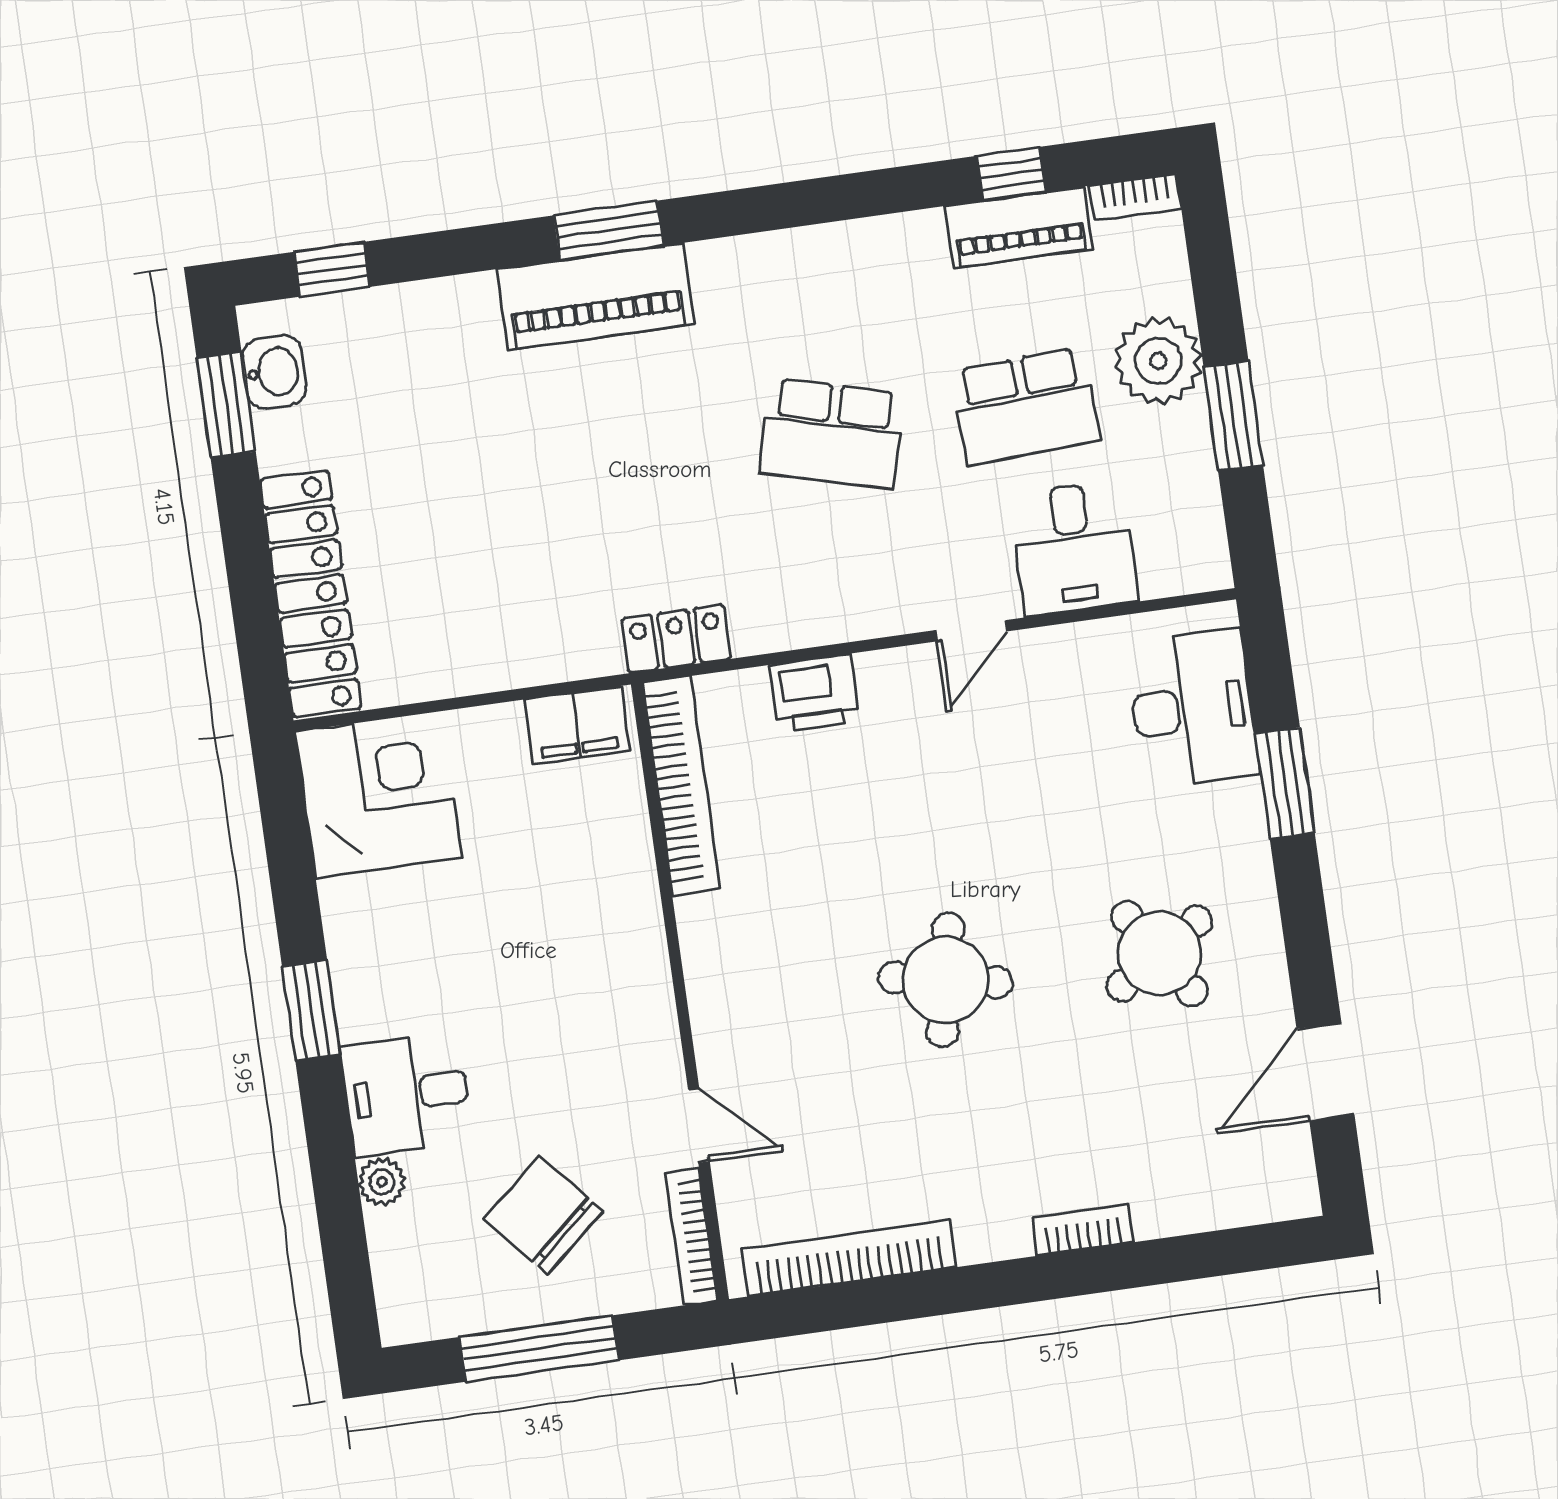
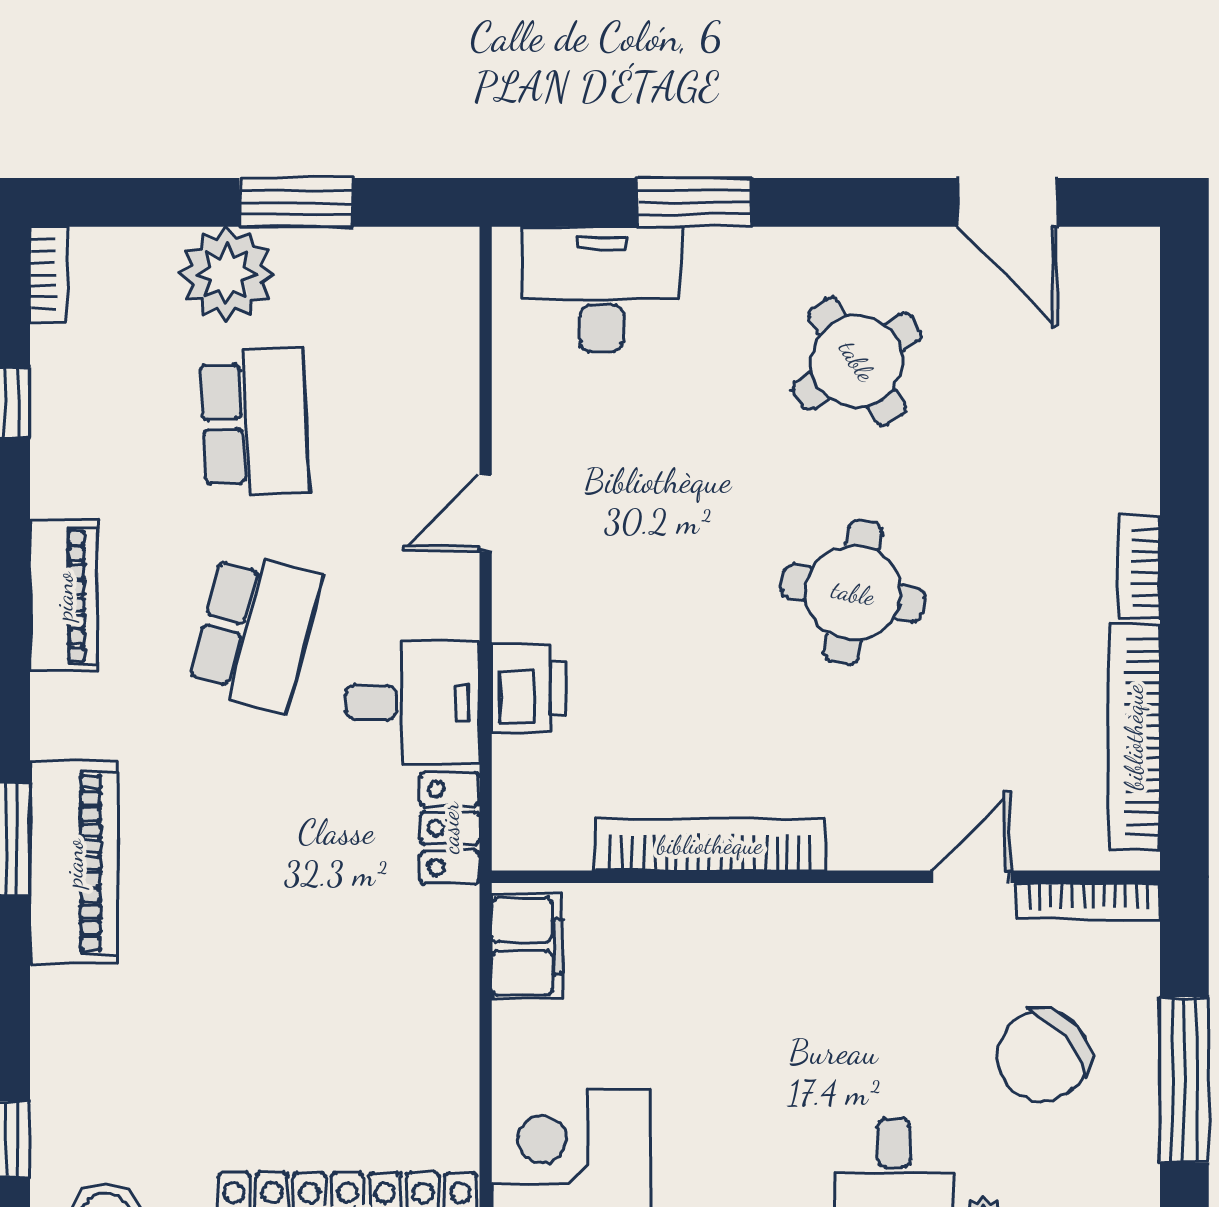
piano: (1019, 227) -> (64, 596), moved
desk: (1074, 548) -> (413, 703), moved
door: (971, 631) -> (486, 513), swing flipped
bookcase: (681, 786) -> (710, 845), moved
bookcase: (1083, 1230) -> (1139, 568), moved

